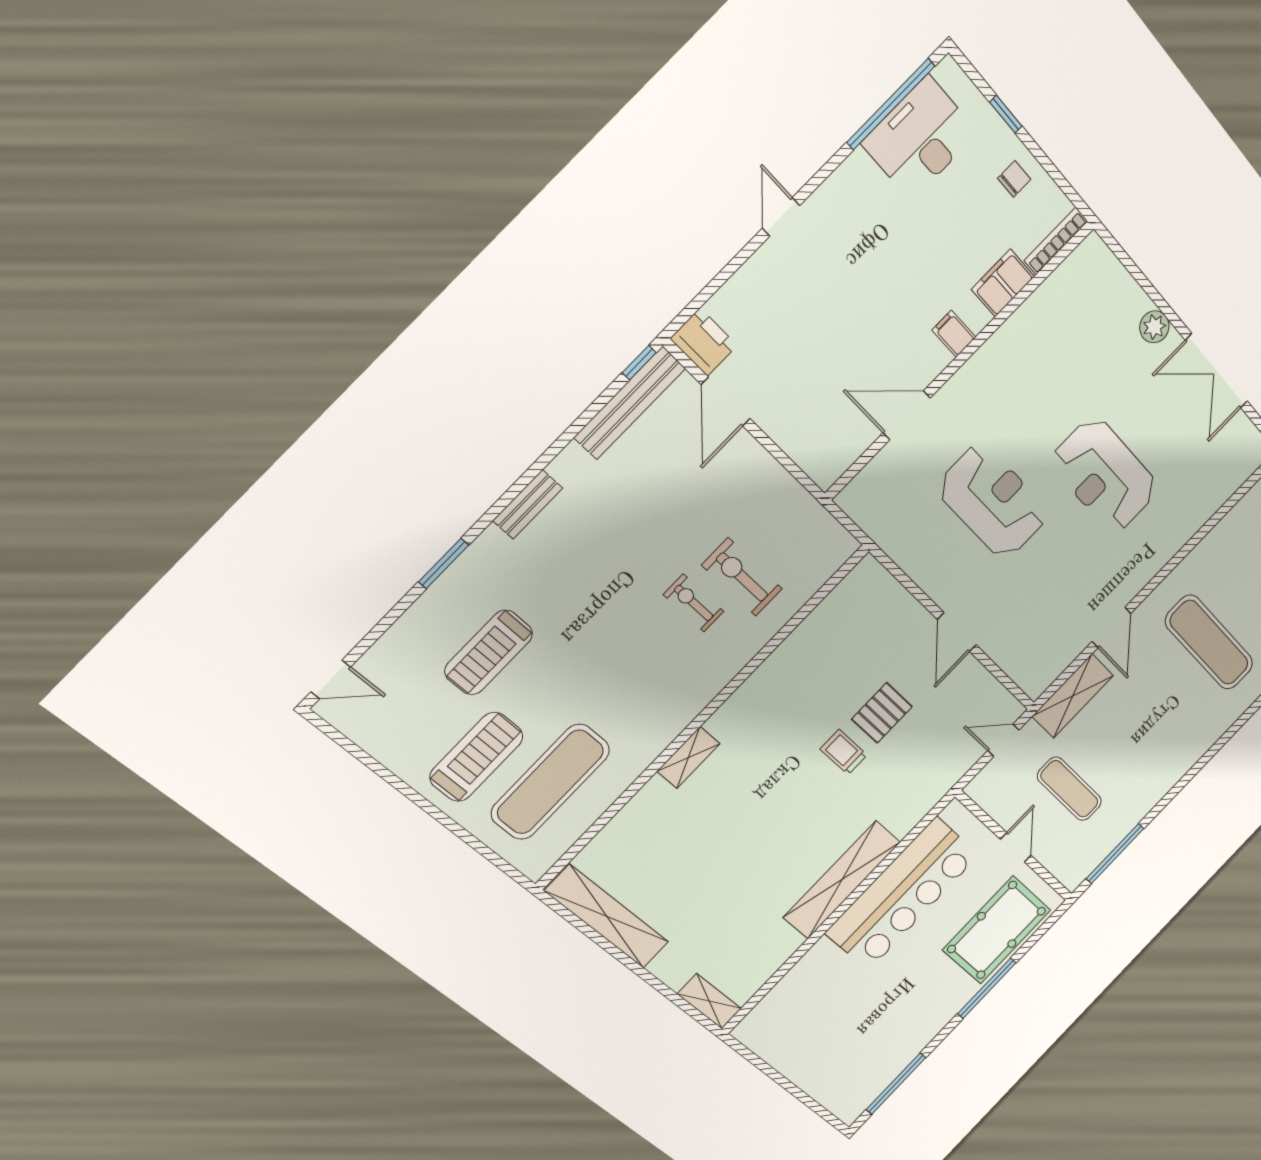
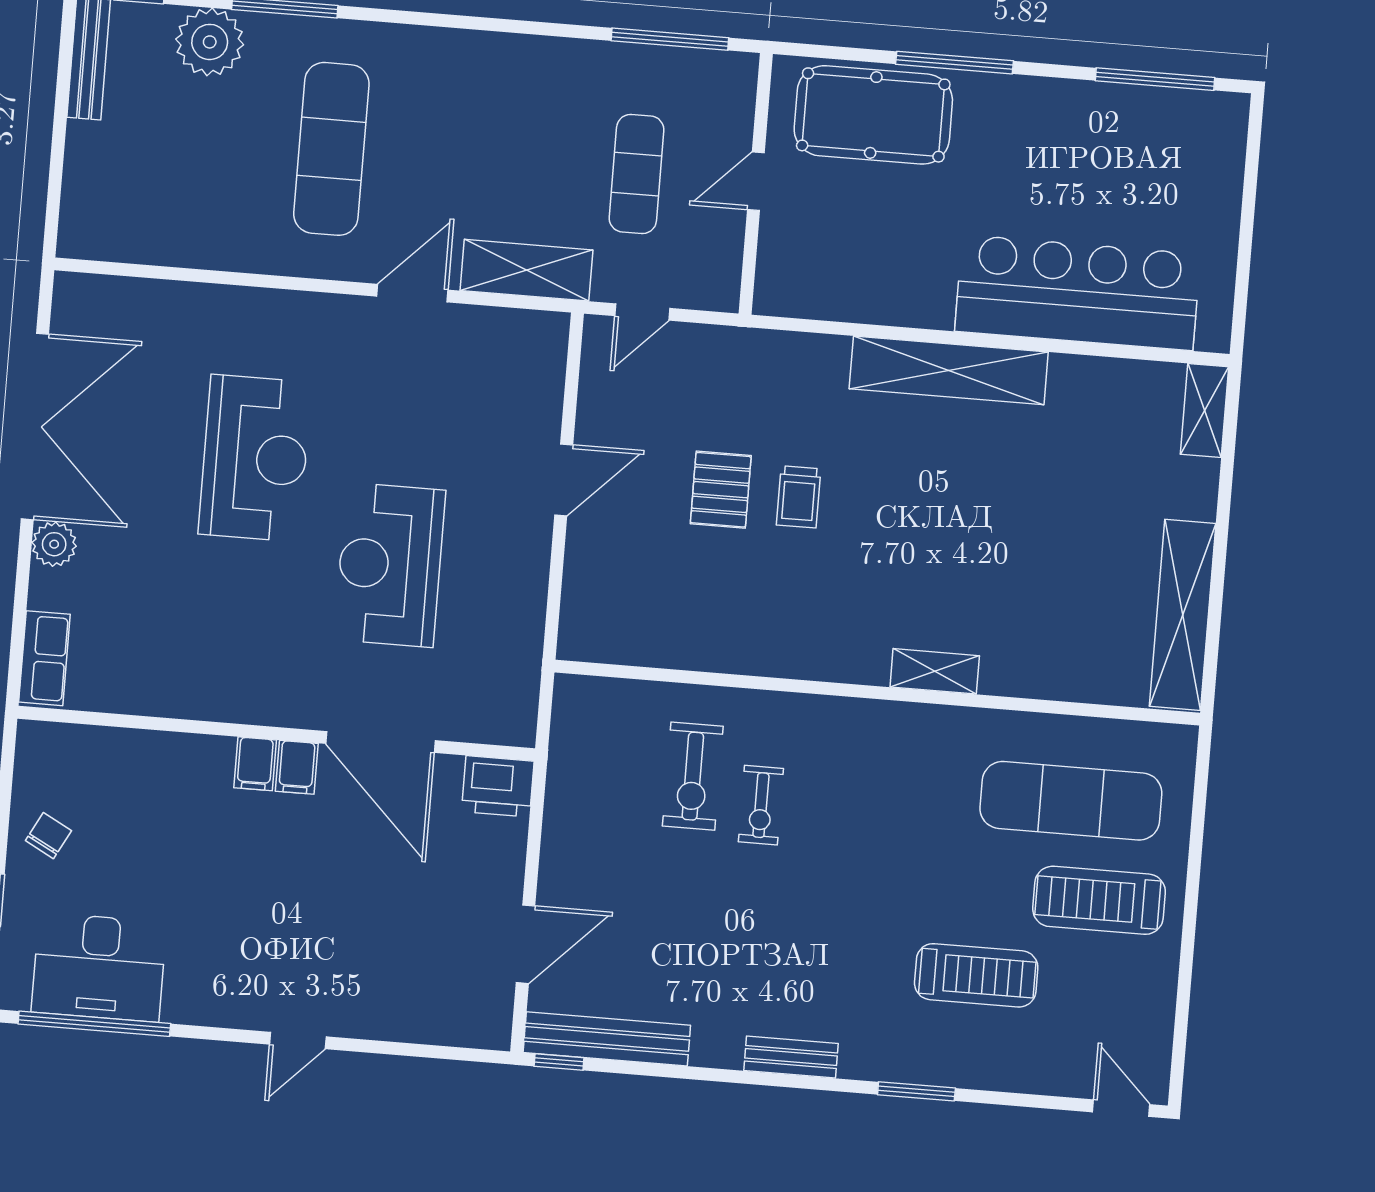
chair: (1014, 179) -> (48, 836), turned 118
bookcase: (1056, 241) -> (67, 736), removed
row of seats: (1105, 267) -> (44, 658), added
filing cabinet: (1003, 283) -> (297, 767), moved, width x0.50
printer: (704, 342) -> (498, 786), moved, turned -90
double door: (1217, 371) -> (35, 426), width x1.36
door: (907, 415) -> (380, 742), width x1.36
pallet: (882, 713) -> (721, 490), turned 90
door: (1003, 740) -> (642, 312), hinge flipped
bar counter: (902, 894) -> (1078, 293), moved

